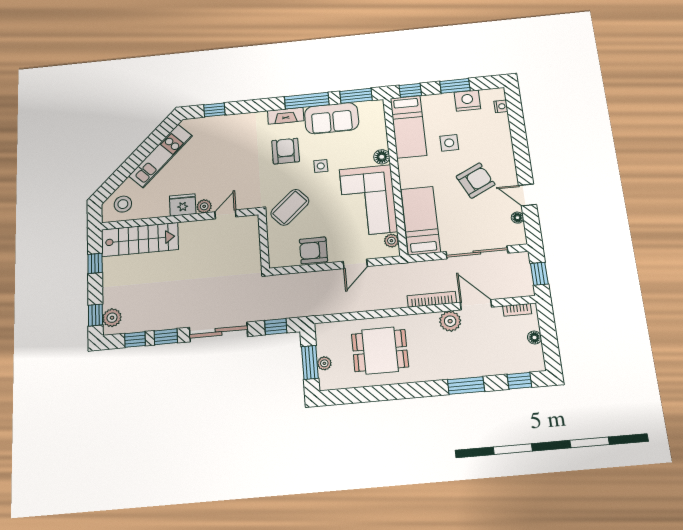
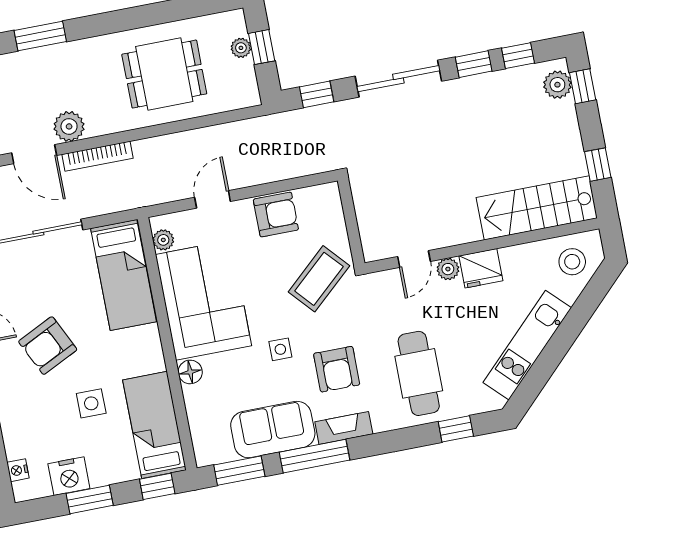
cafe table: (233, 144) -> (419, 373), added
window: (310, 362) -> (262, 47), width x0.67

